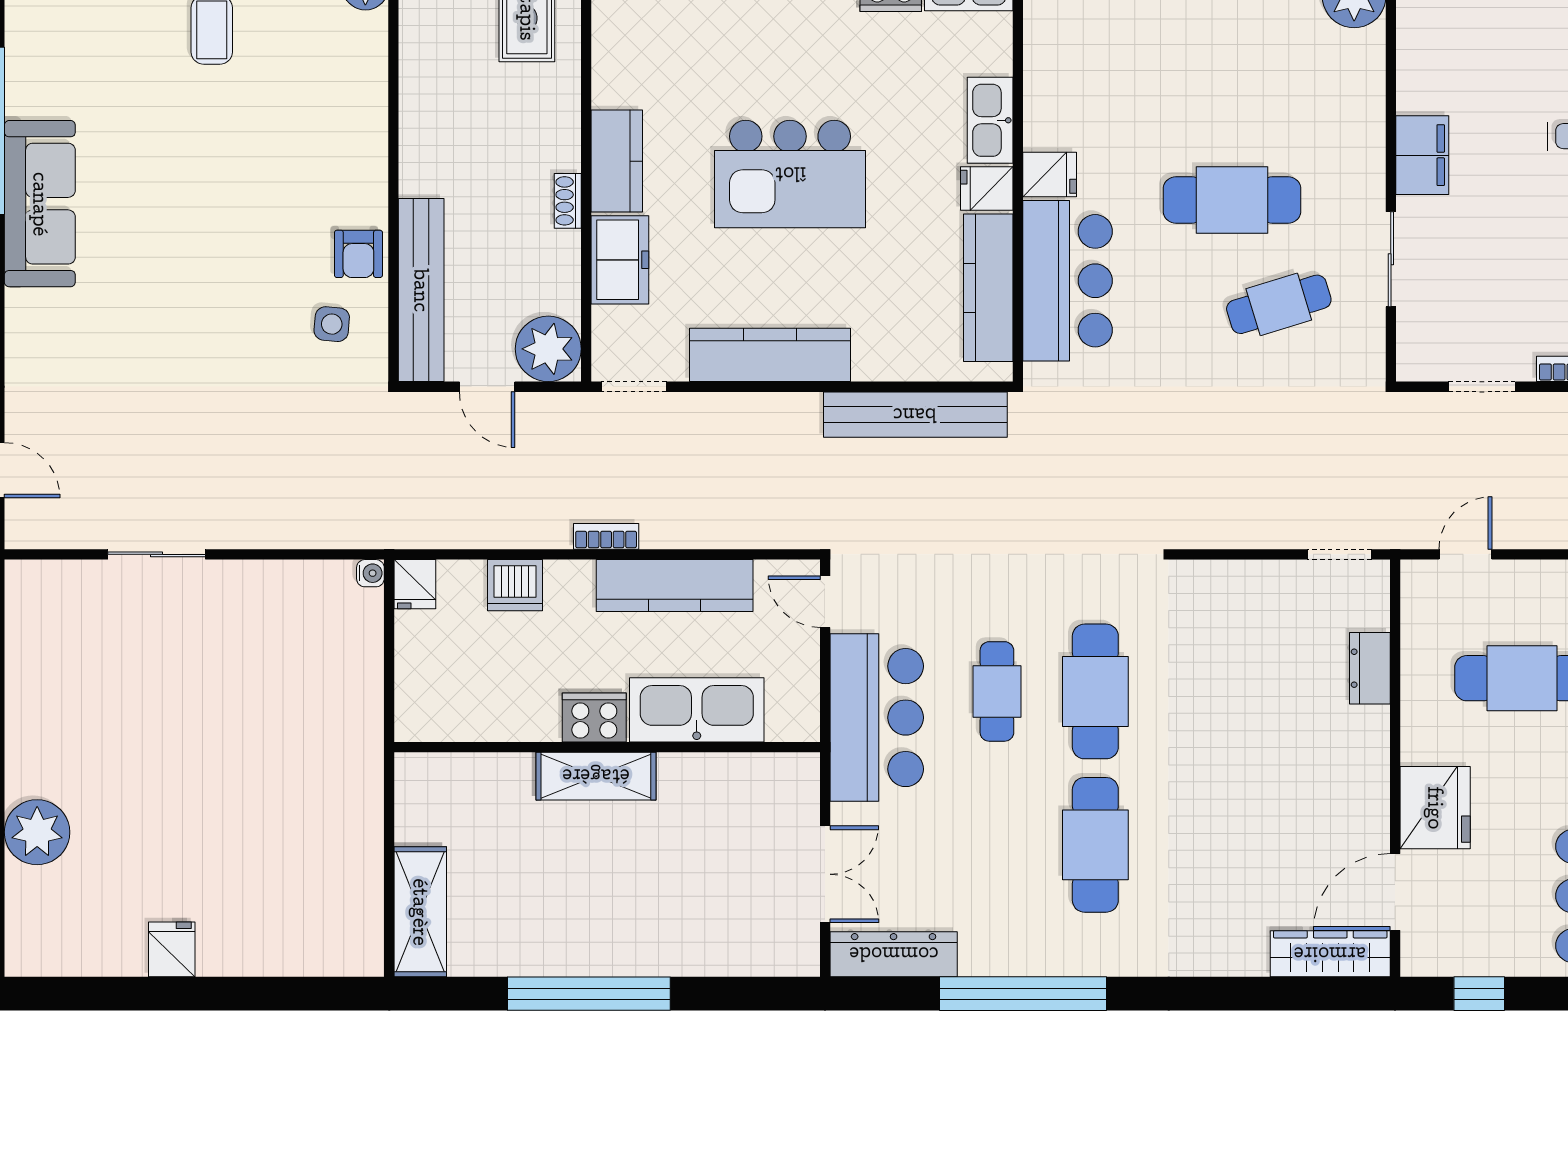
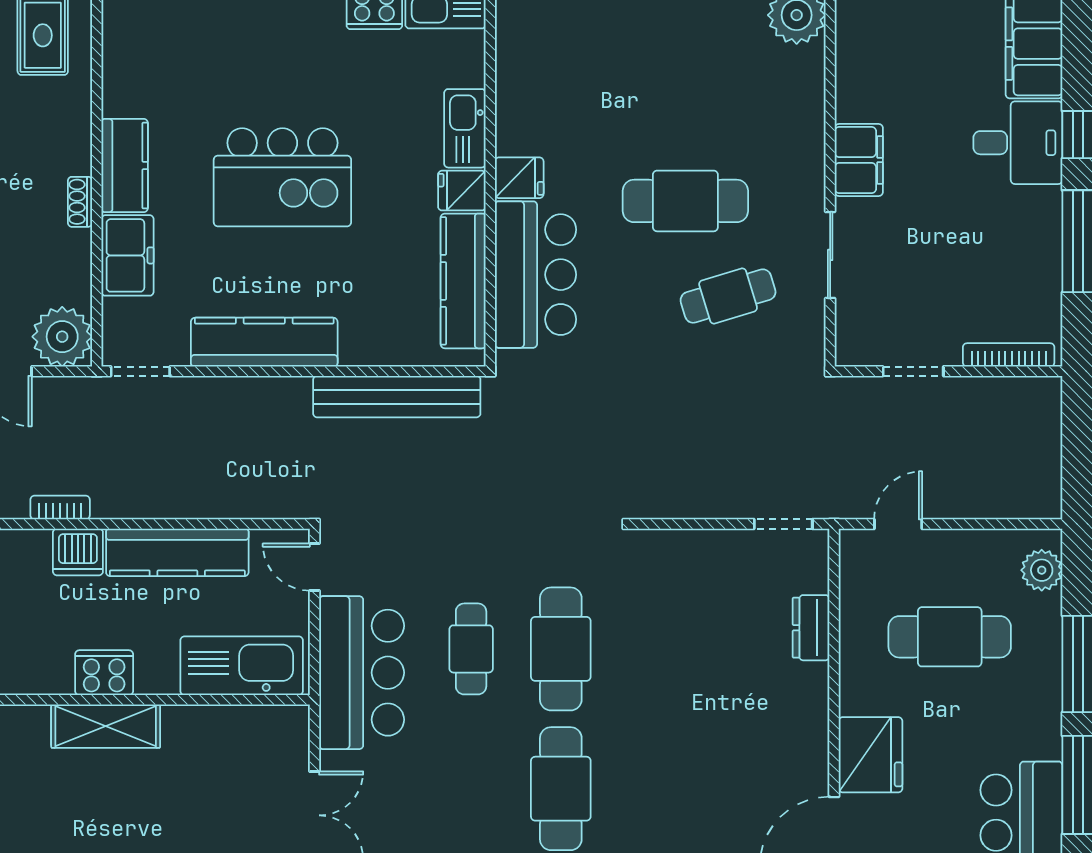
bookcase: (606, 536) -> (60, 508), moved
dishwasher: (515, 585) -> (78, 552), moved
kitchen sink: (697, 710) -> (242, 666), moved

